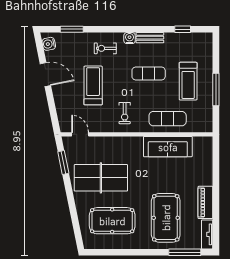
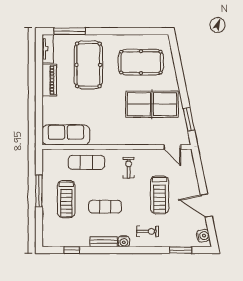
treadmill: (188, 81) -> (66, 199), turned 180
sofa: (168, 147) -> (66, 135), moved

